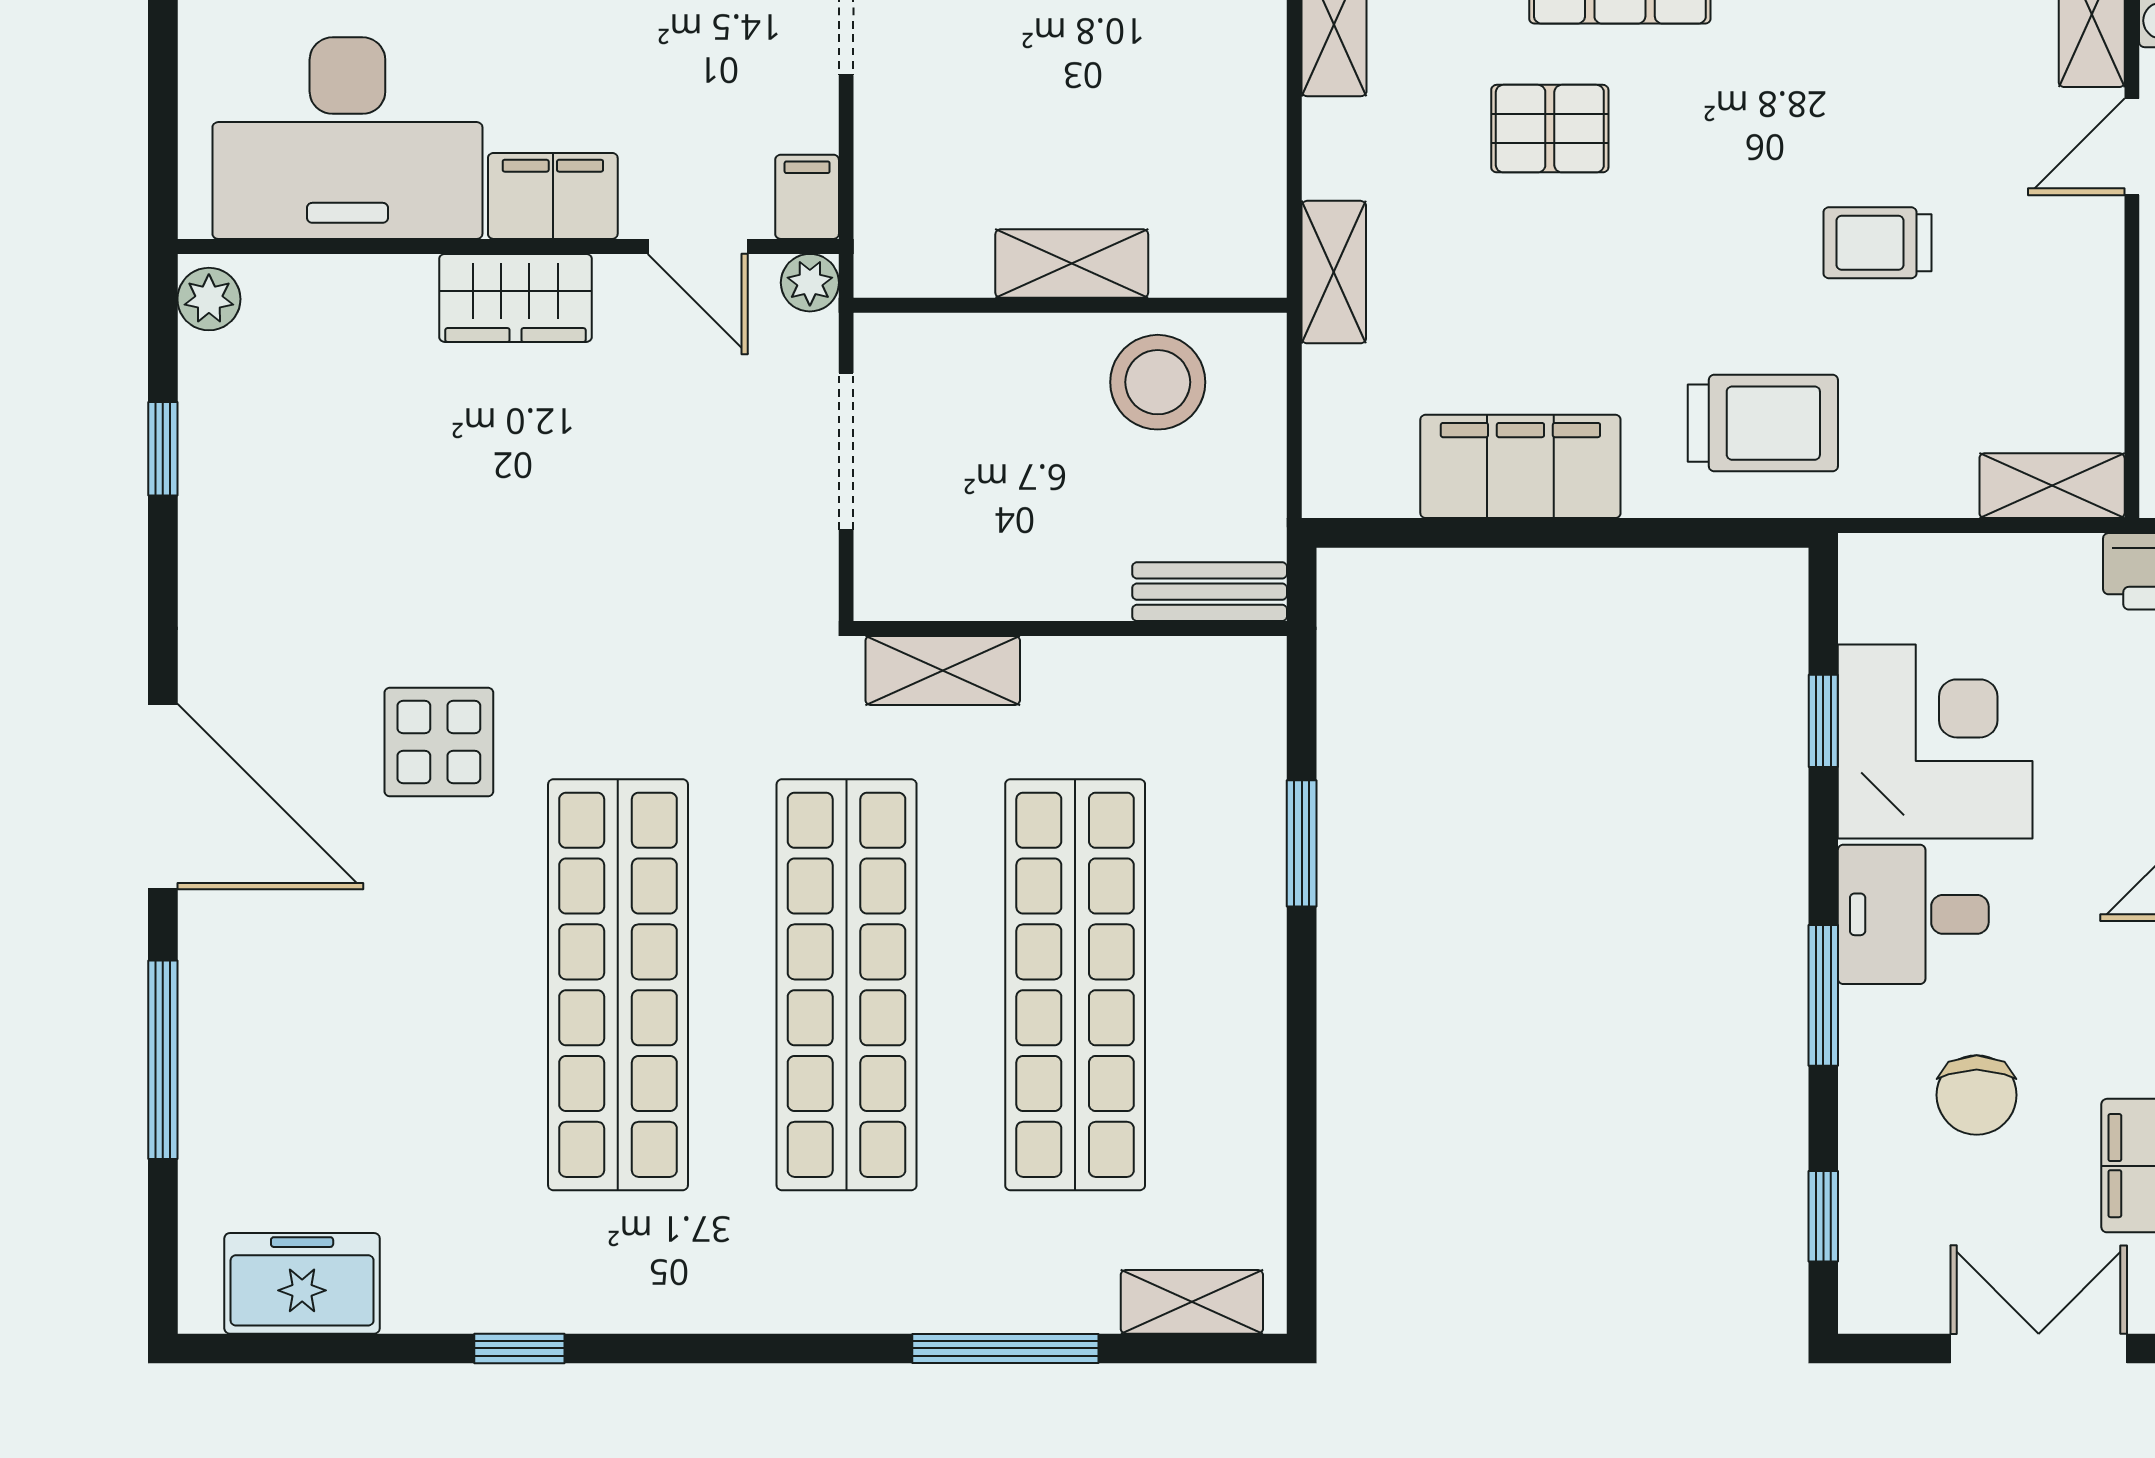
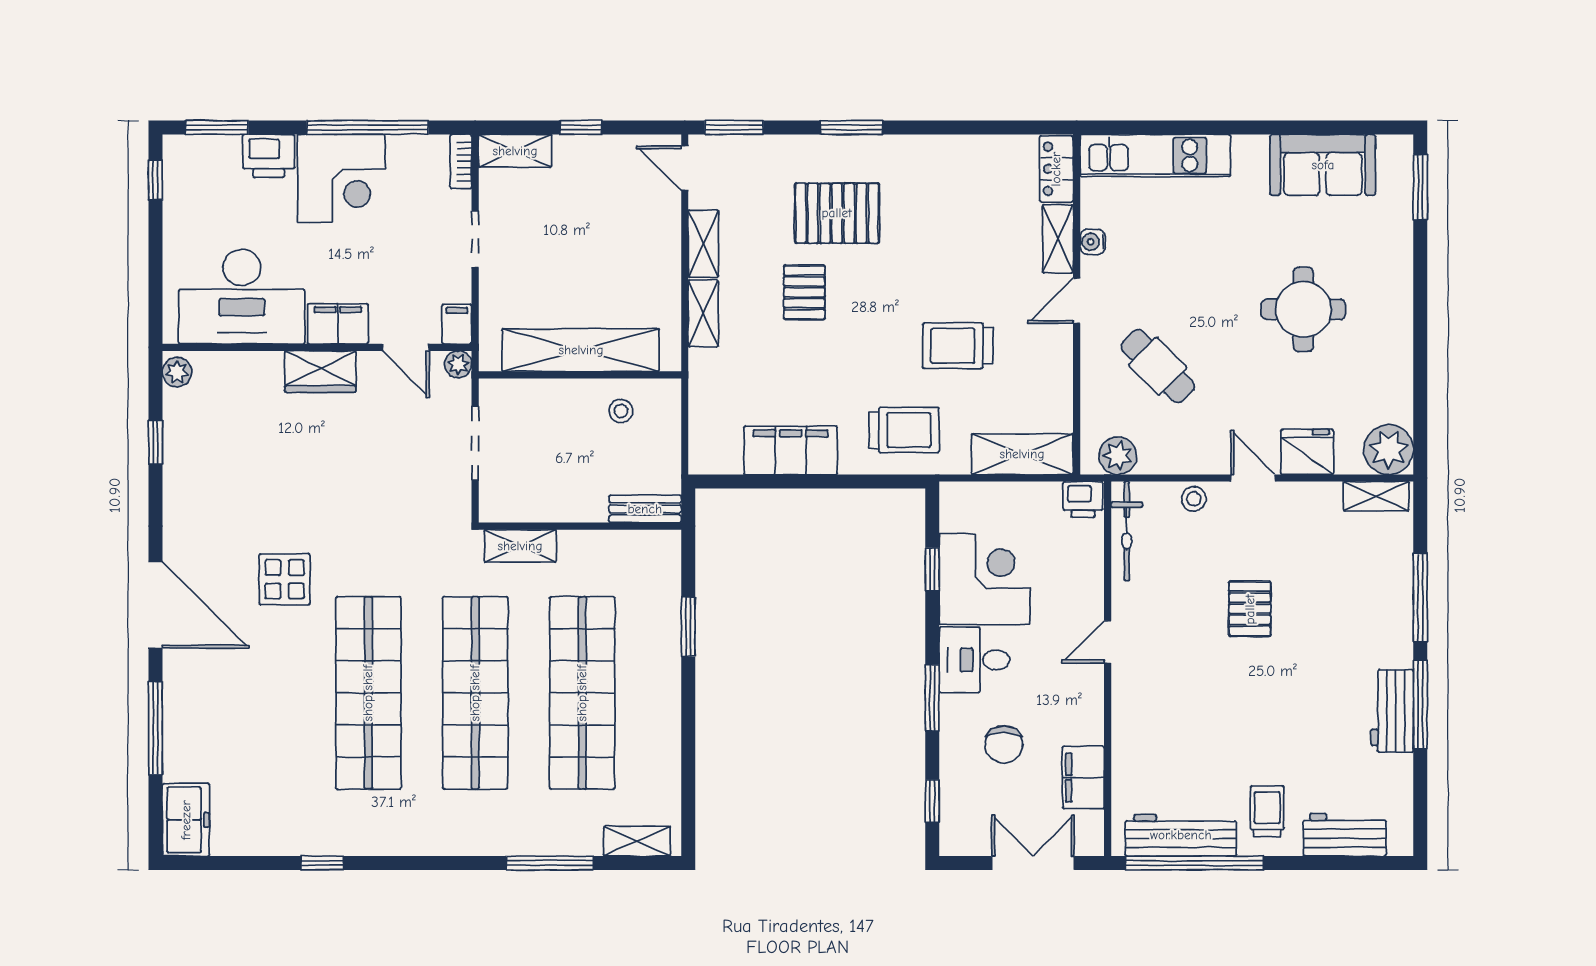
pallet: (1550, 129) -> (804, 292), turned 90
trolley: (1878, 243) -> (958, 346), width x1.36, depth x1.39
shelving: (1072, 264) -> (581, 350), width x2.20, depth x1.33
shelving: (1334, 272) -> (703, 313), moved
stool: (1158, 382) -> (621, 411), width x0.53, depth x0.53
shelving: (2052, 486) -> (1022, 454), width x1.50, depth x1.33
freezer: (302, 1283) -> (186, 820), moved, turned 90

